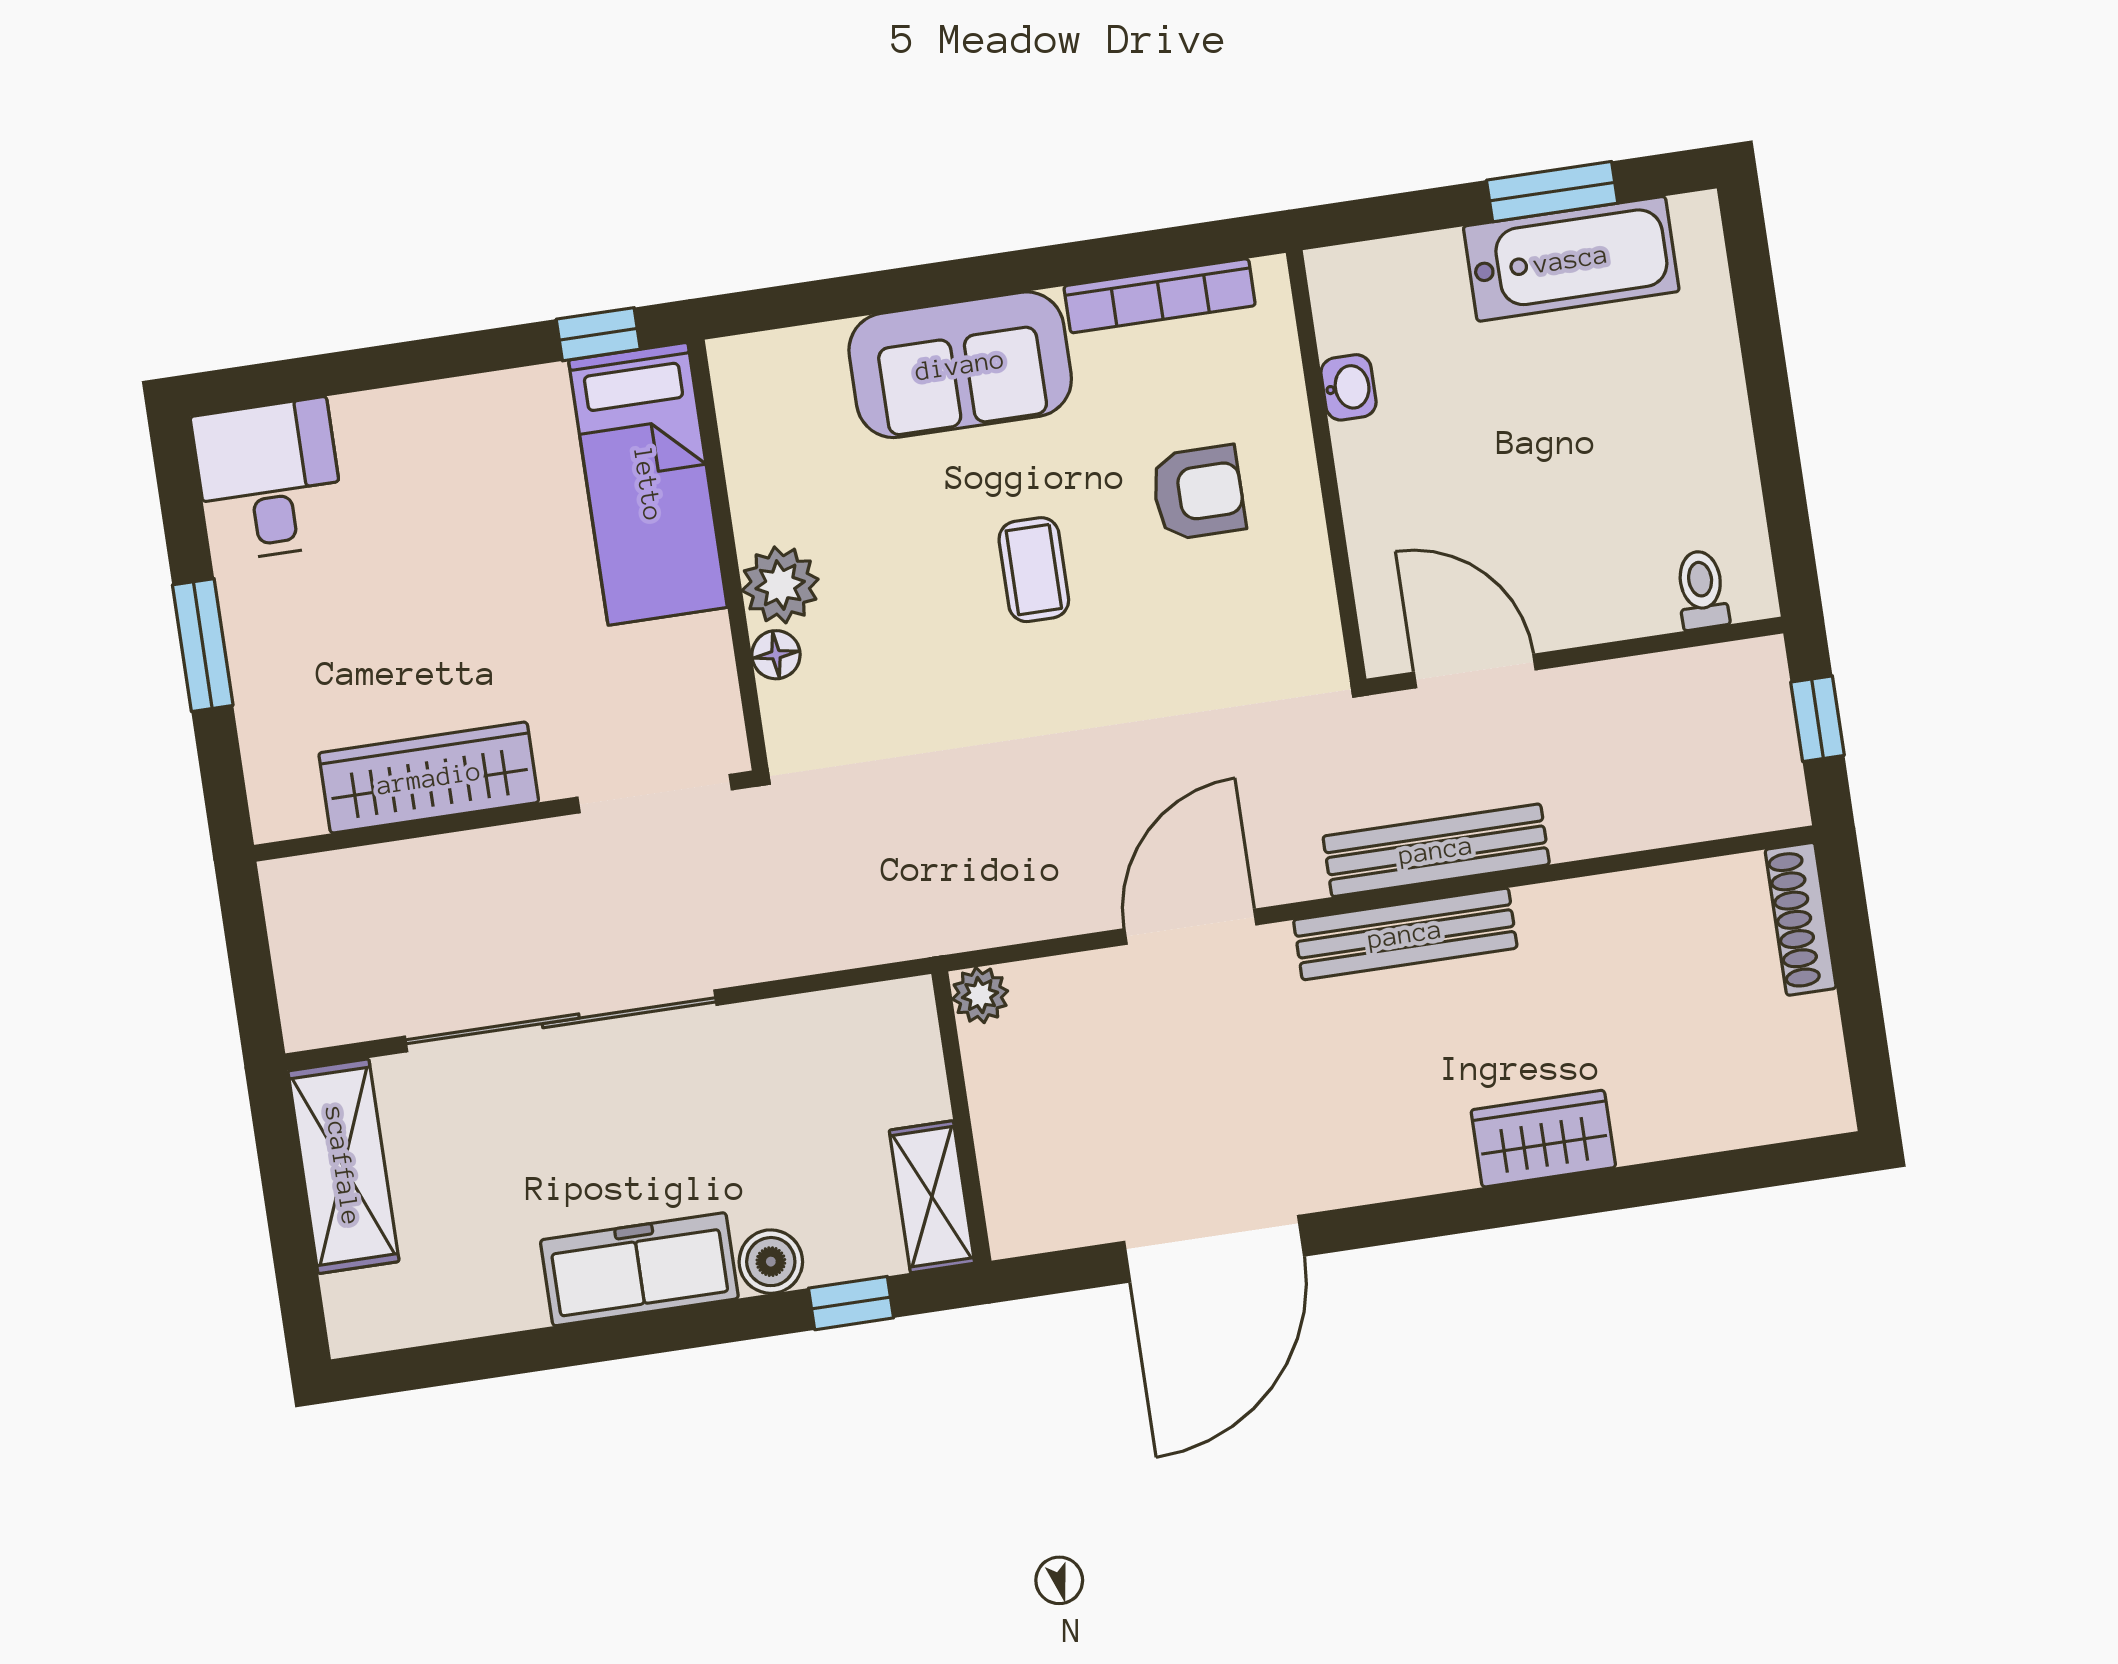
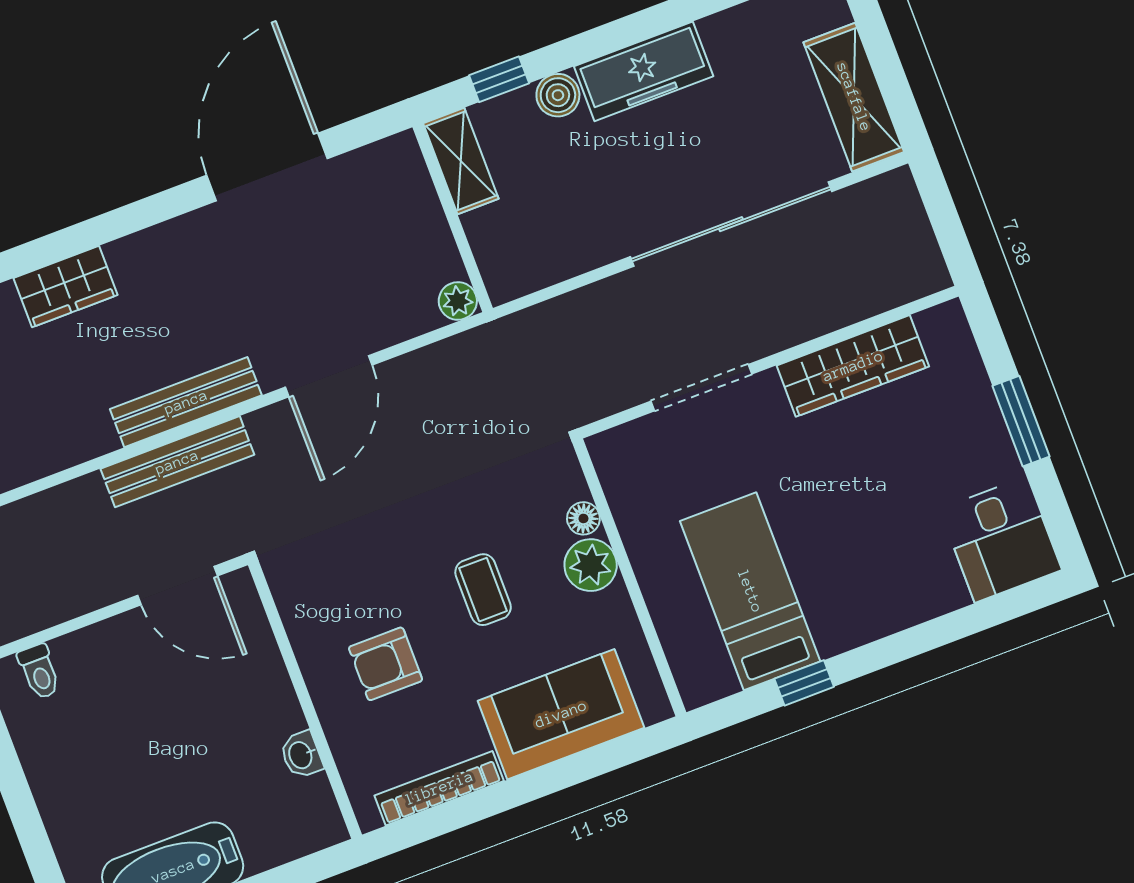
wall: (728, 555) -> (629, 577), moved
plant: (780, 585) -> (591, 565), moved
floor lamp: (776, 655) -> (583, 518), moved

